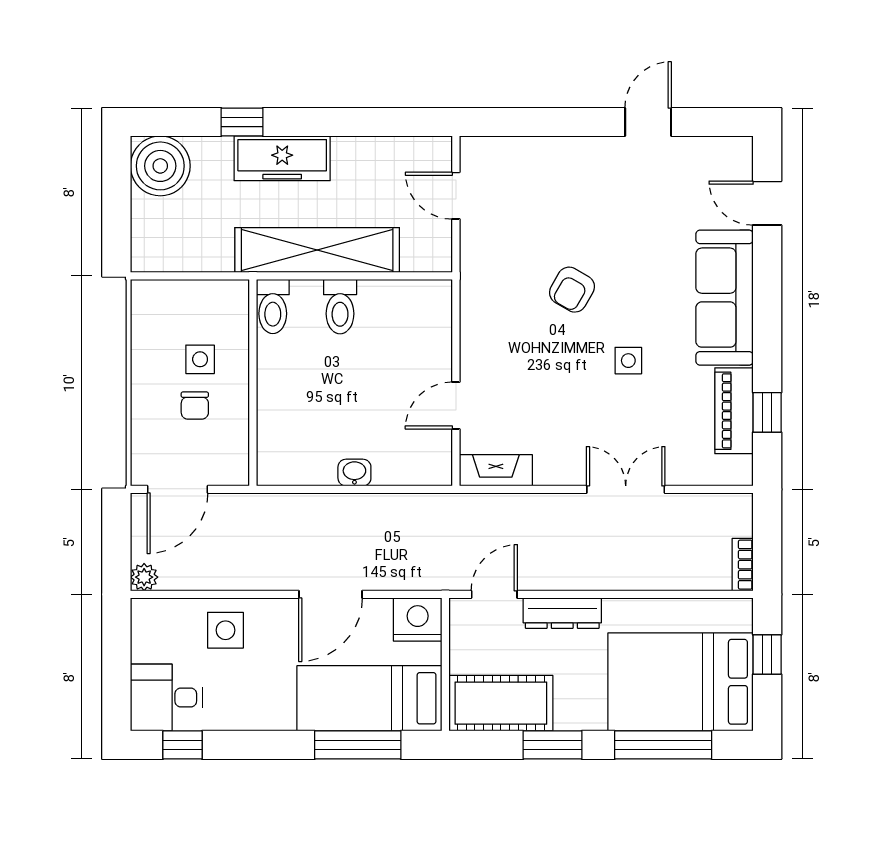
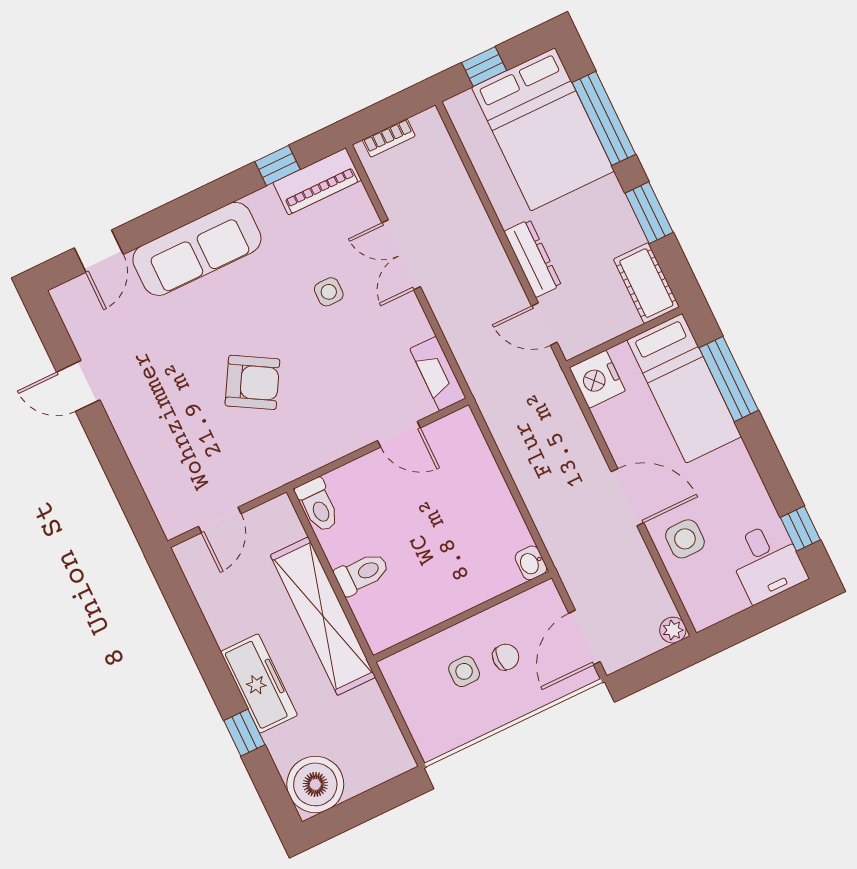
armchair: (572, 290) -> (252, 382), width x1.38, depth x1.38
toilet: (273, 307) -> (318, 505), moved, turned 90
side table: (628, 361) -> (329, 292), moved
piano: (734, 411) -> (317, 181), moved
washbasin: (354, 473) -> (531, 563), moved
door: (177, 489) -> (584, 637), swing flipped
bookcase: (743, 565) -> (389, 138), moved
door: (331, 594) -> (627, 497), moved
cot: (501, 703) -> (646, 283), width x0.73, depth x0.75

